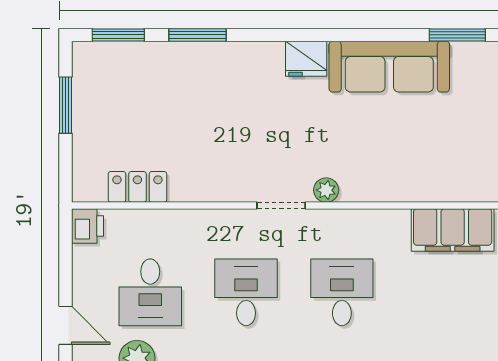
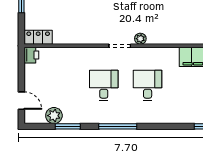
locker: (137, 187) -> (38, 37), moved
desk: (150, 292) -> (60, 85), removed

